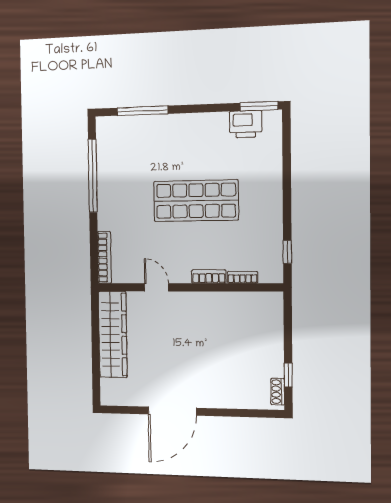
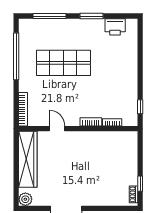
window: (259, 106) -> (92, 16), moved
shop shelf: (196, 201) -> (63, 63), moved
plant: (110, 395) -> (25, 199), added

